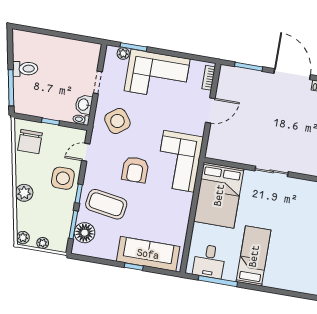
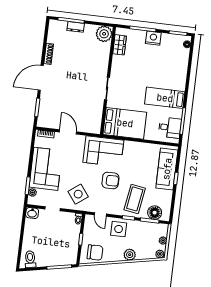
toilet: (25, 69) -> (30, 259), moved
washbasin: (84, 105) -> (32, 213), moved

